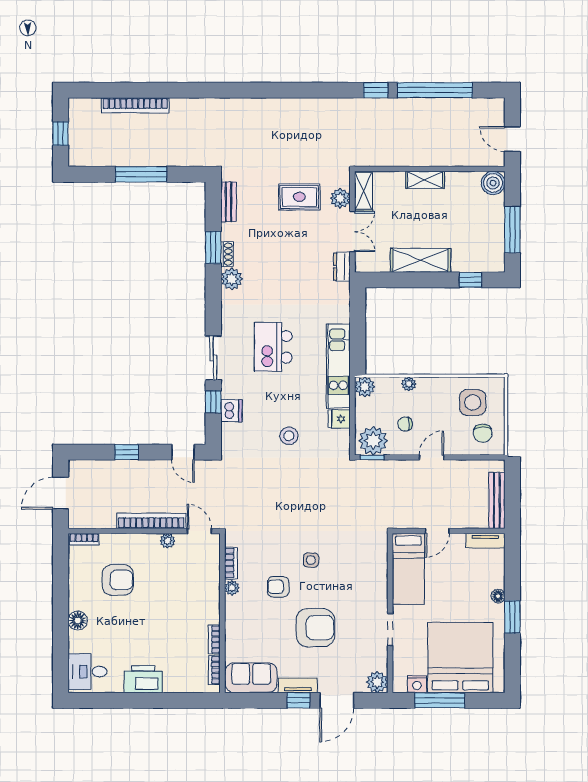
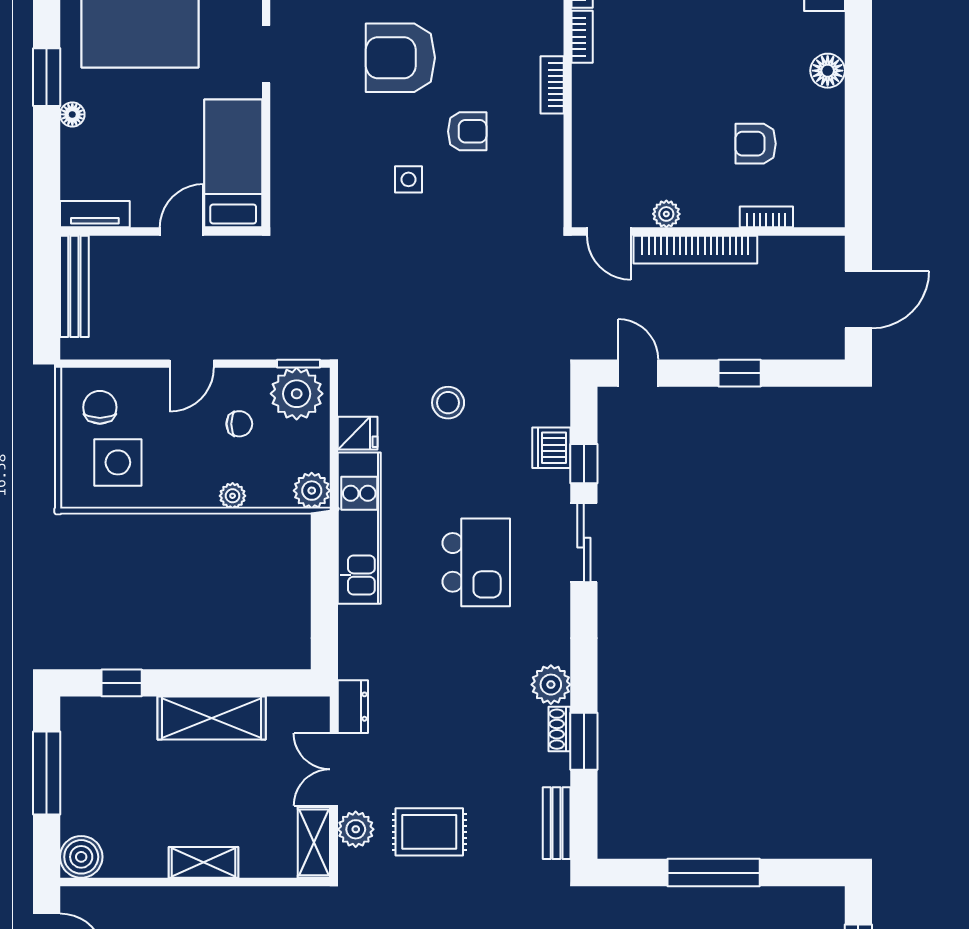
bookcase: (84, 539) -> (766, 217), moved
bookcase: (231, 563) -> (552, 85), moved
armchair: (118, 580) -> (756, 144), width x0.72, depth x0.72
plant: (232, 588) -> (551, 129), removed

